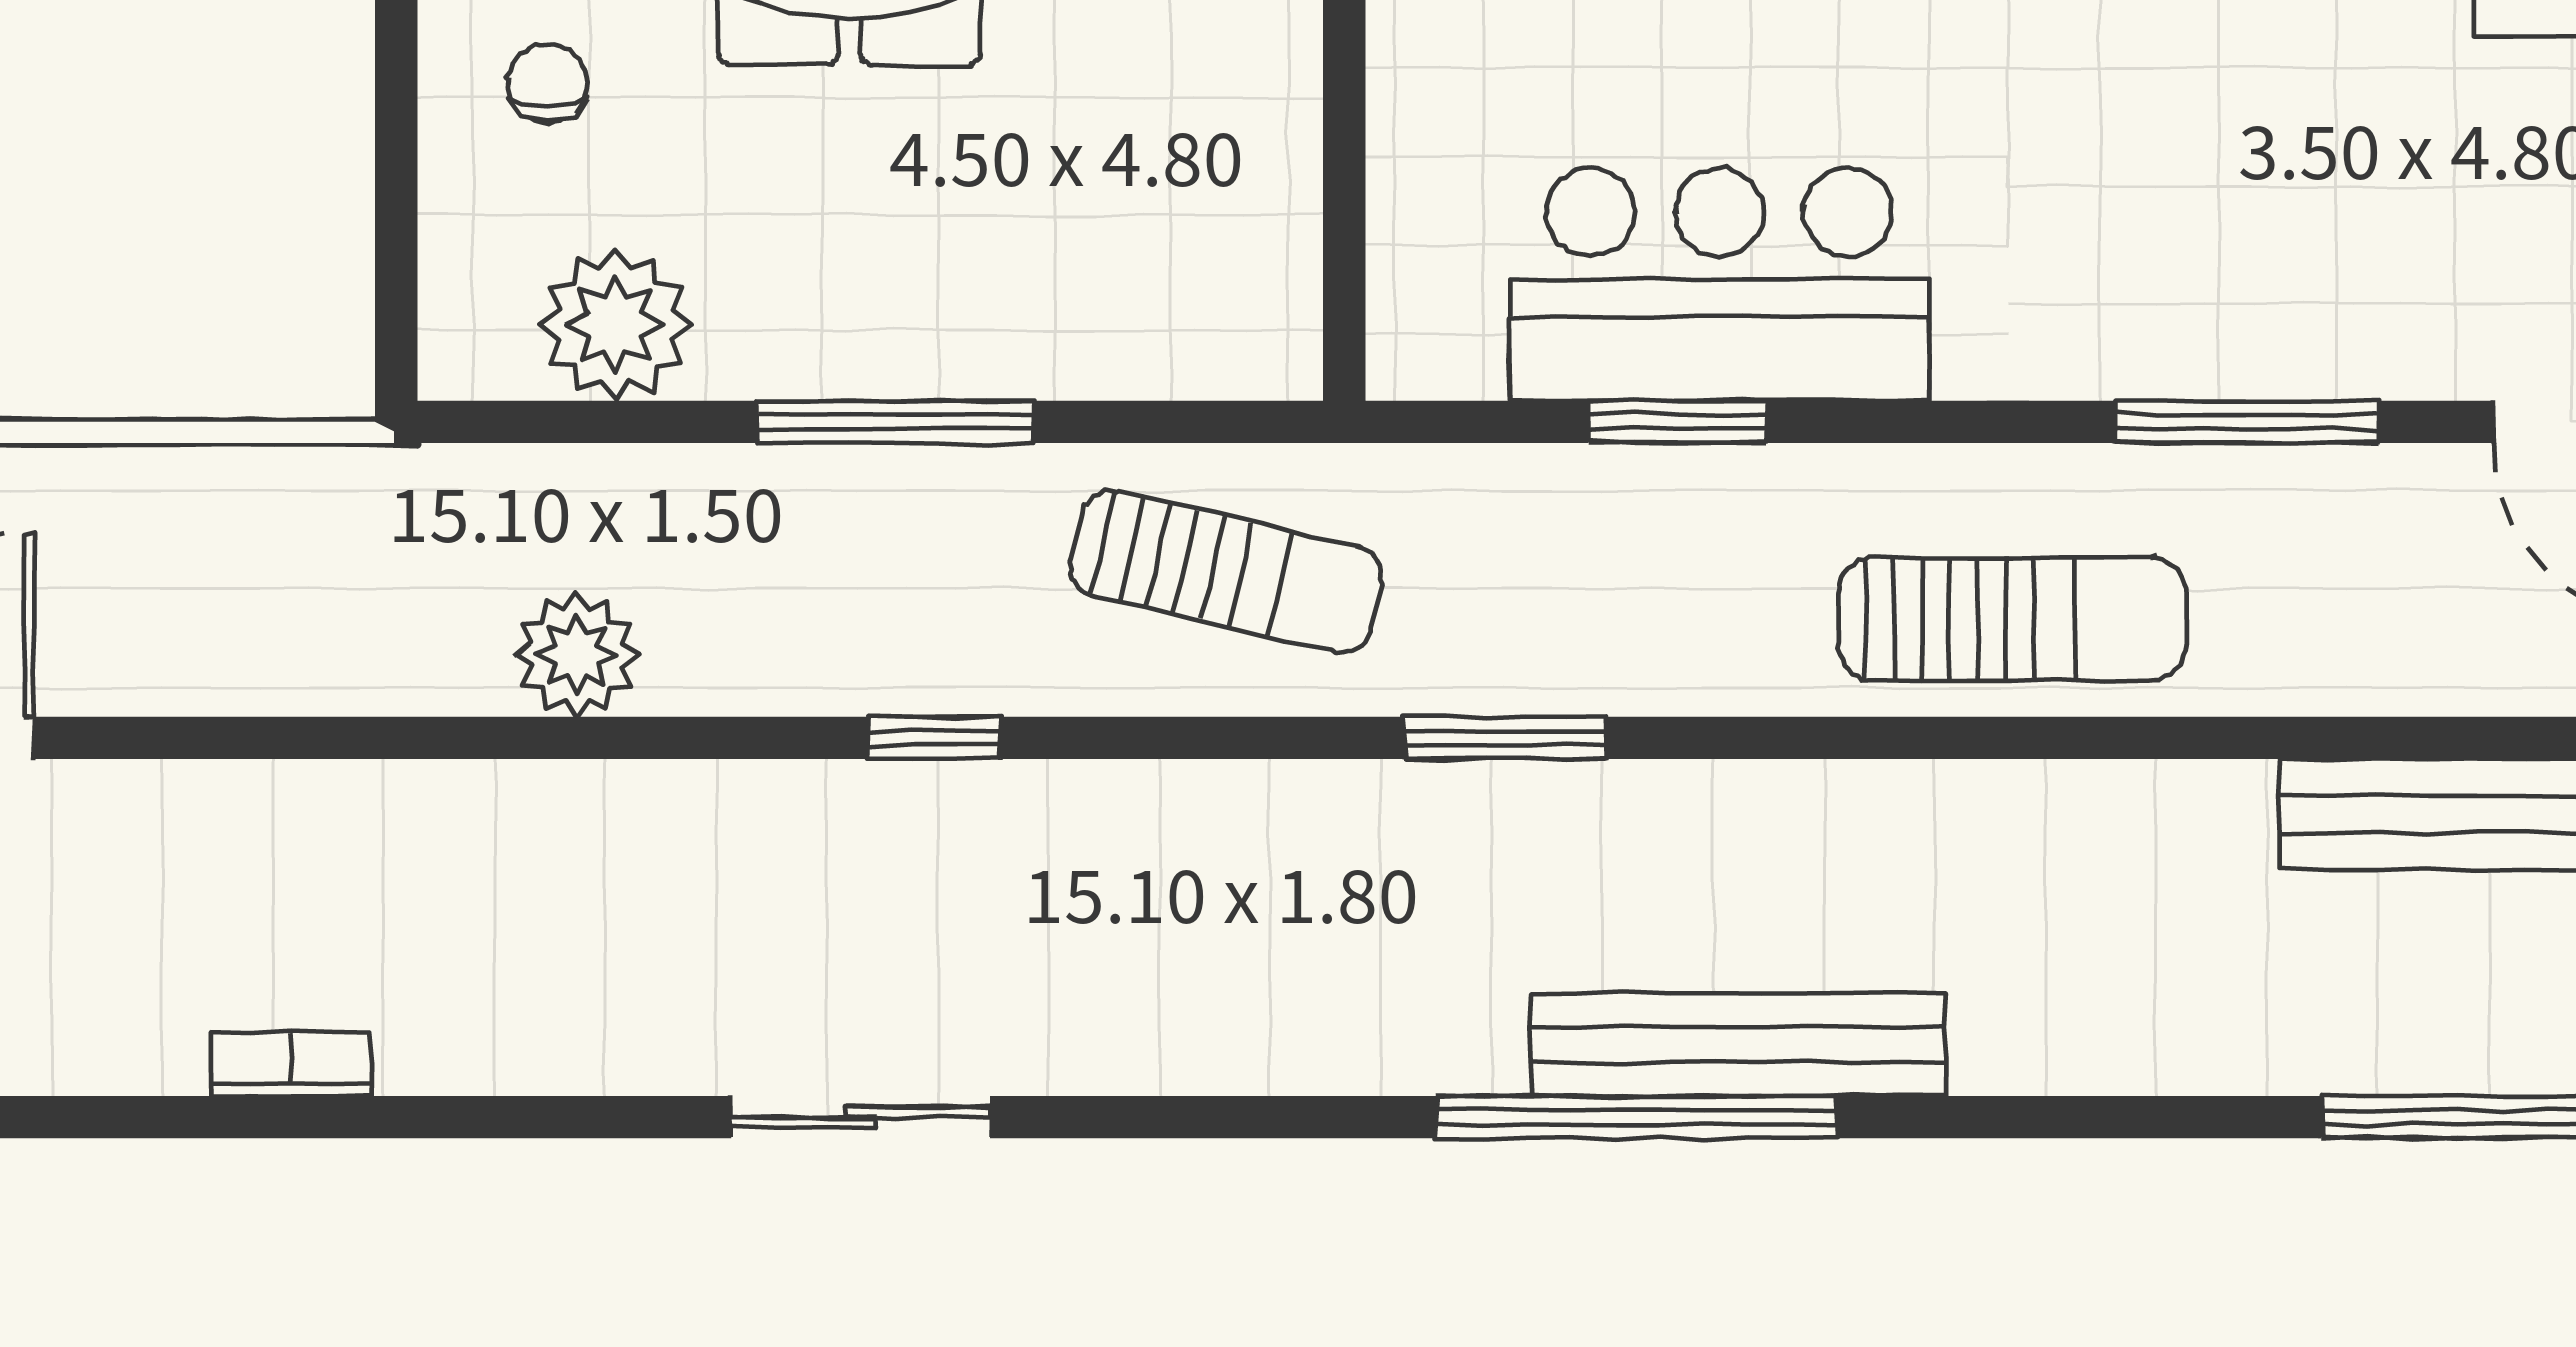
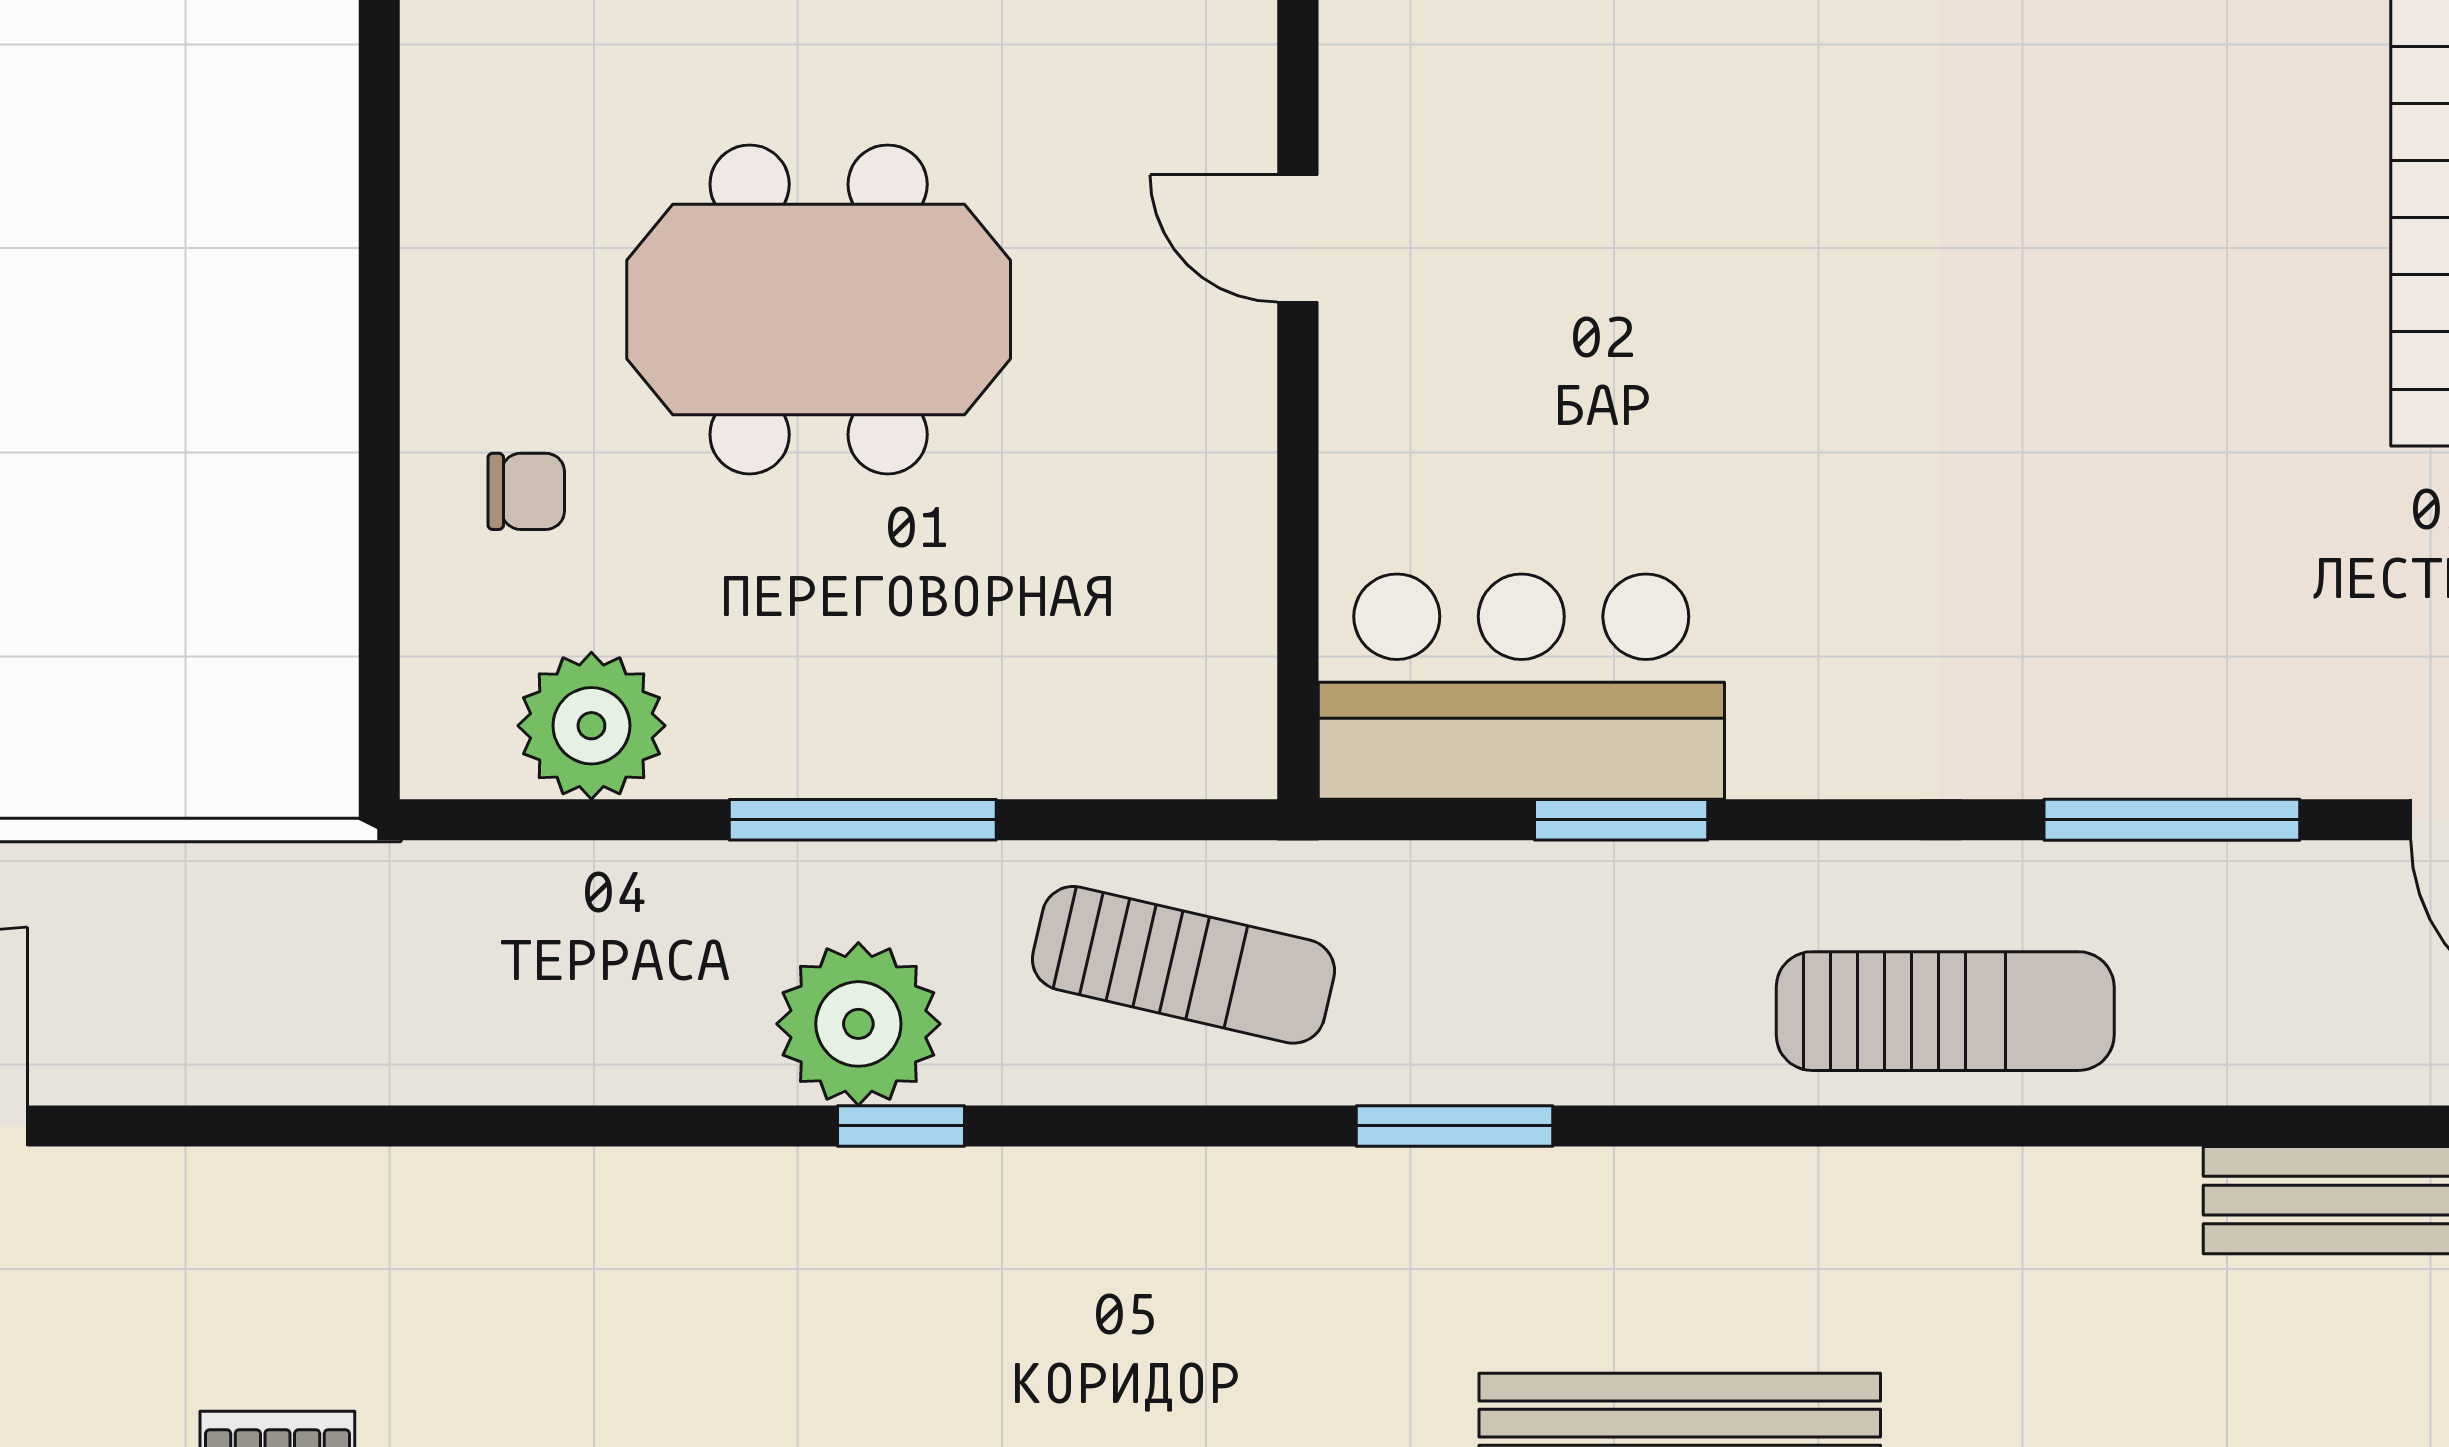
chair: (548, 83) -> (526, 491), turned 90
bar counter: (1719, 284) -> (1521, 687), moved
plant: (576, 655) -> (858, 1024), moved, width x1.36, depth x1.36

